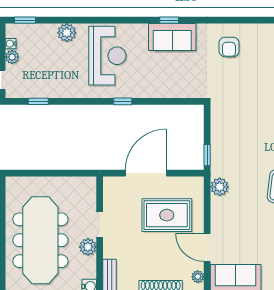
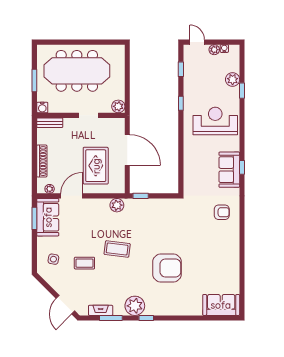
window: (25, 20) -> (242, 91), moved
plant: (67, 33) -> (233, 80), moved
armchair: (229, 47) -> (222, 212), turned 180
reception desk: (107, 56) -> (215, 121), turned 180
window: (123, 101) -> (181, 103), moved
plant: (88, 247) -> (118, 106), moved

